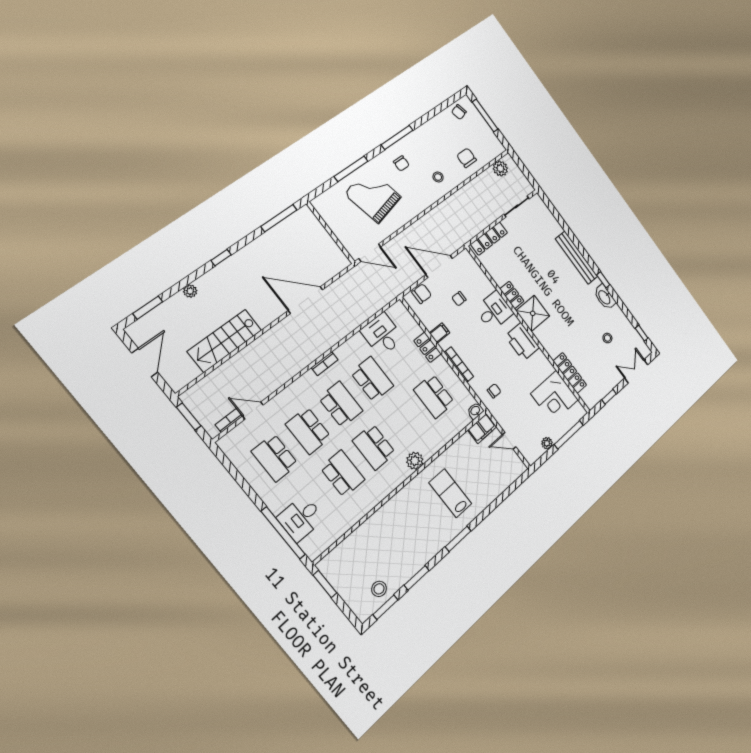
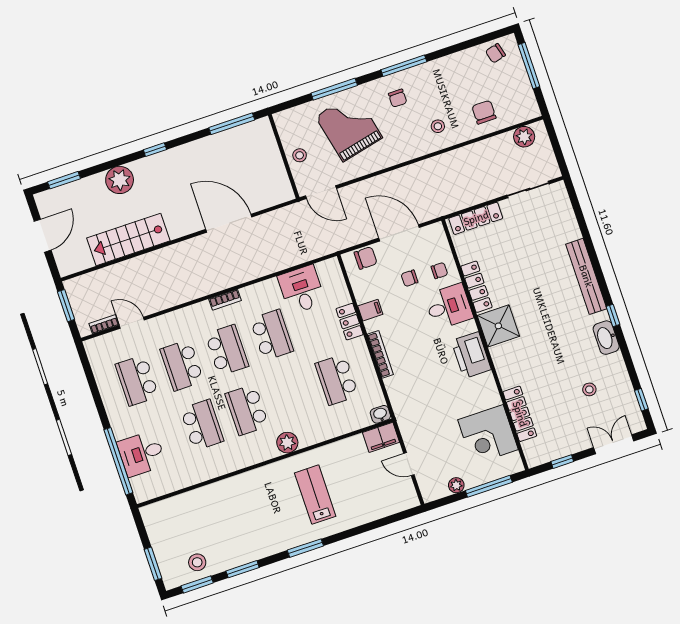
stool: (343, 228) -> (300, 155), added
plant: (190, 291) -> (120, 180), width x1.88, depth x1.88
locker: (512, 295) -> (476, 287), width x1.53
chair: (494, 391) -> (439, 271), moved
window: (325, 584) -> (153, 564), moved

